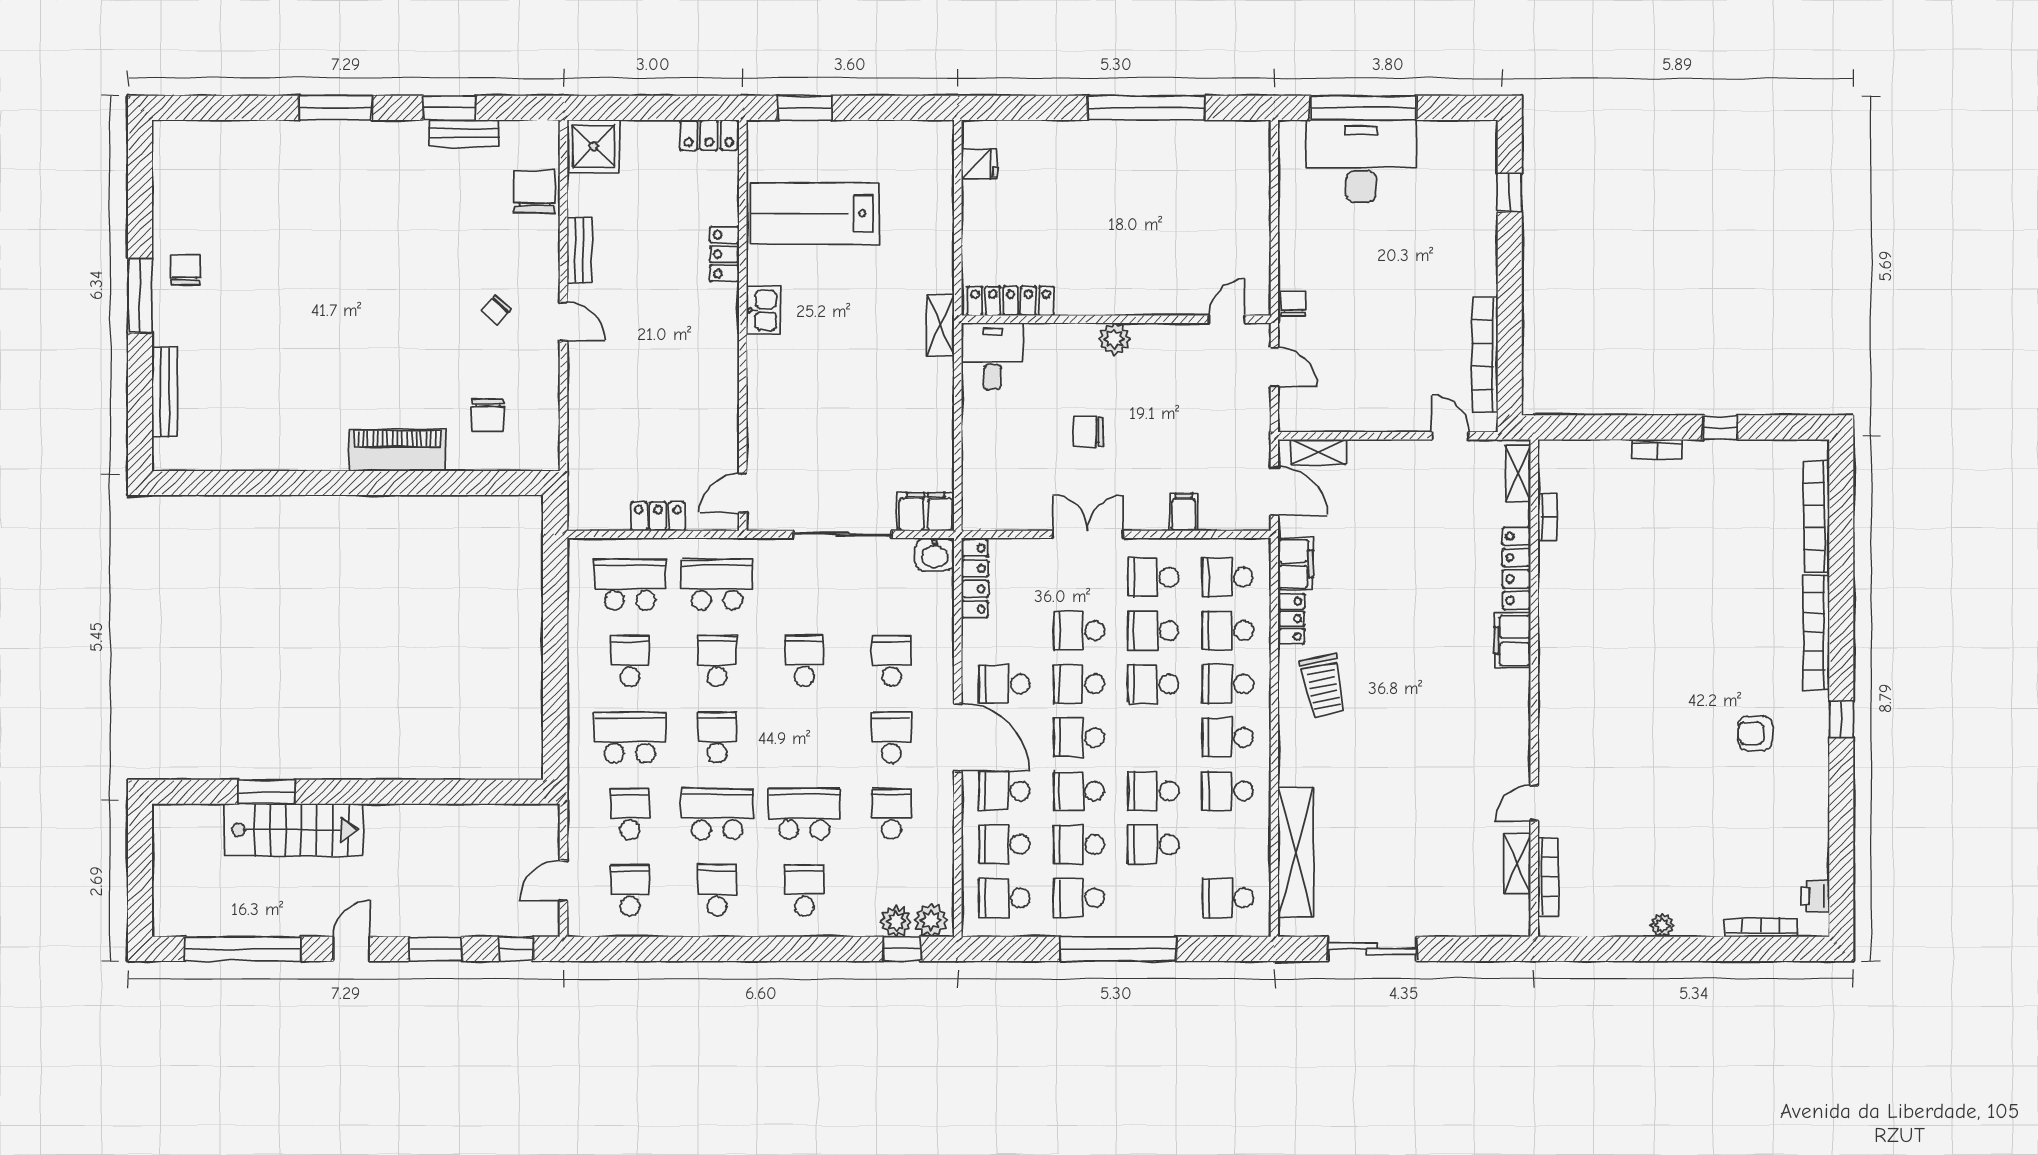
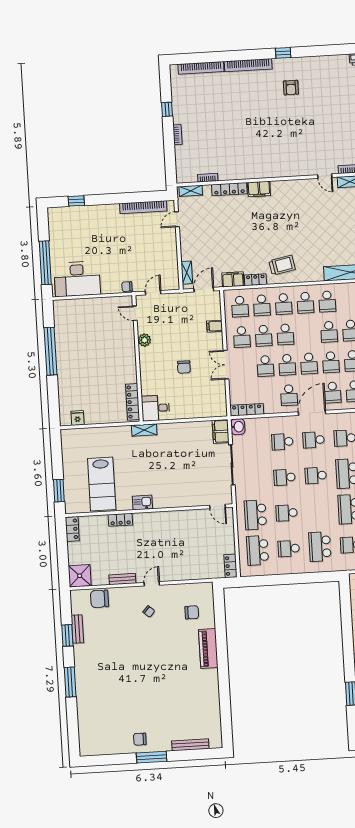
desk: (1361, 161) -> (77, 279), moved, turned -90
plant: (1114, 339) -> (144, 340), moved
locker: (658, 516) -> (230, 566), moved
school desk: (717, 737) -> (316, 475), moved

